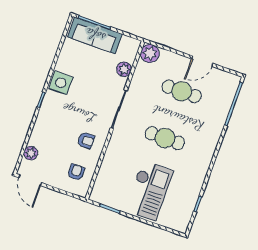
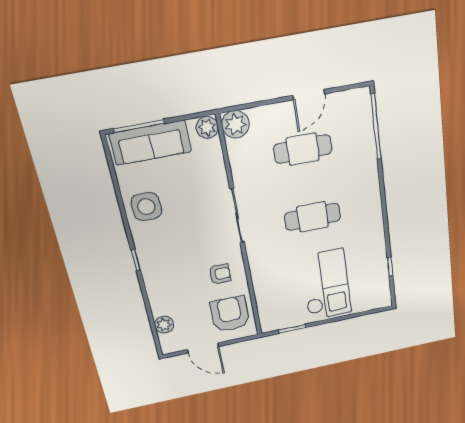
plant: (124, 69) -> (207, 127), moved
side table: (61, 83) -> (146, 207), moved
armchair: (76, 172) -> (230, 314), width x1.88, depth x1.88
door: (30, 180) -> (203, 348), moved

